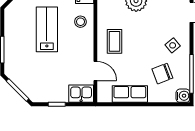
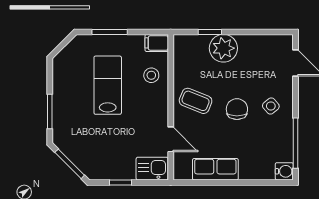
coffee table: (115, 41) -> (196, 101), turned -68
chair: (162, 74) -> (237, 109), moved, turned 111

